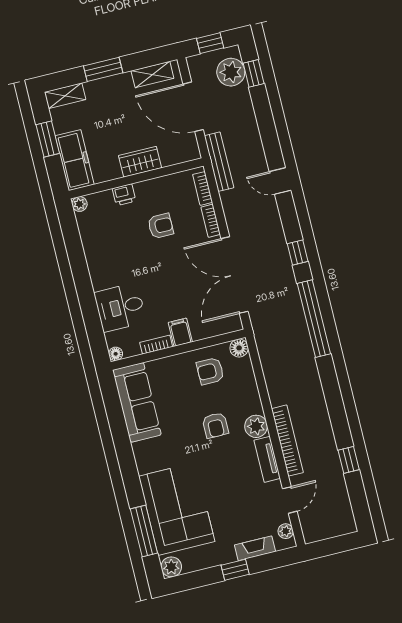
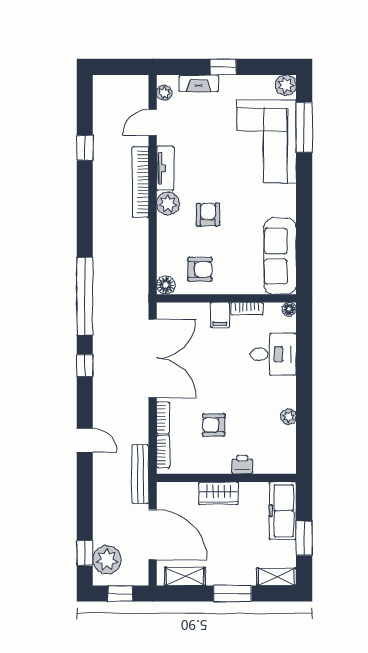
plant: (79, 204) -> (289, 417), moved

